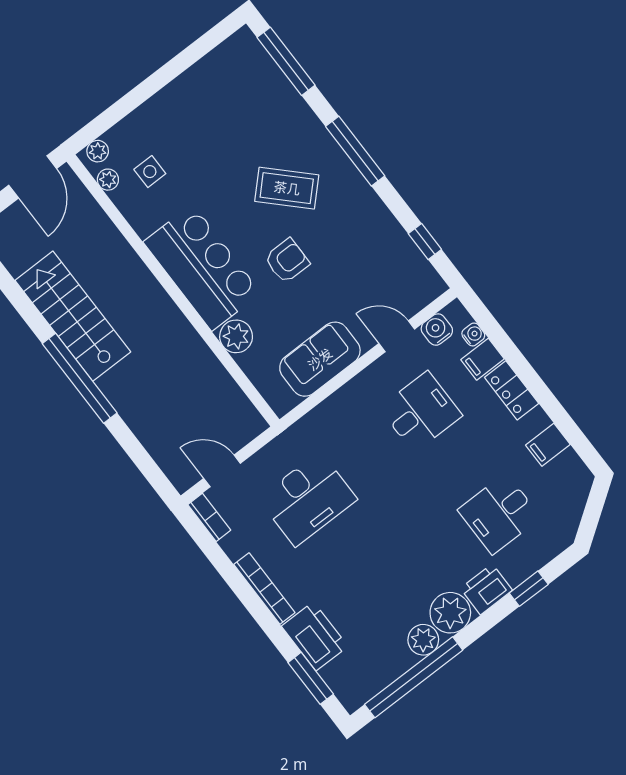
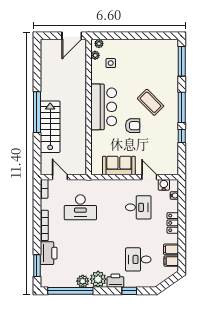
window: (425, 241) -> (182, 136), moved
stairs: (73, 316) -> (50, 127), moved
plant: (236, 336) -> (98, 137), removed
filing cabinet: (483, 359) -> (171, 261), moved

